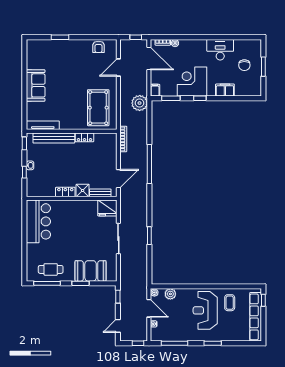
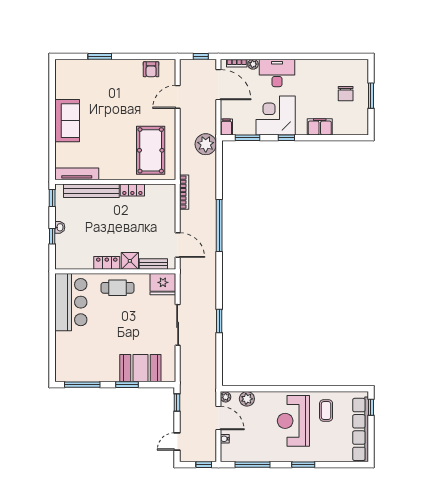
desk: (220, 50) -> (277, 73), moved
door: (118, 179) -> (178, 245), hinge flipped
cafe table: (51, 269) -> (118, 288), moved

